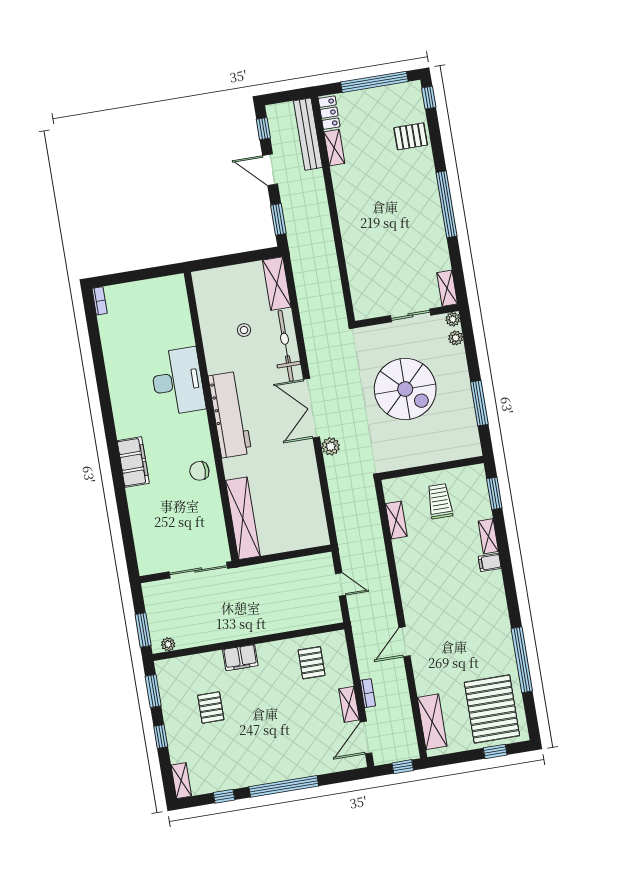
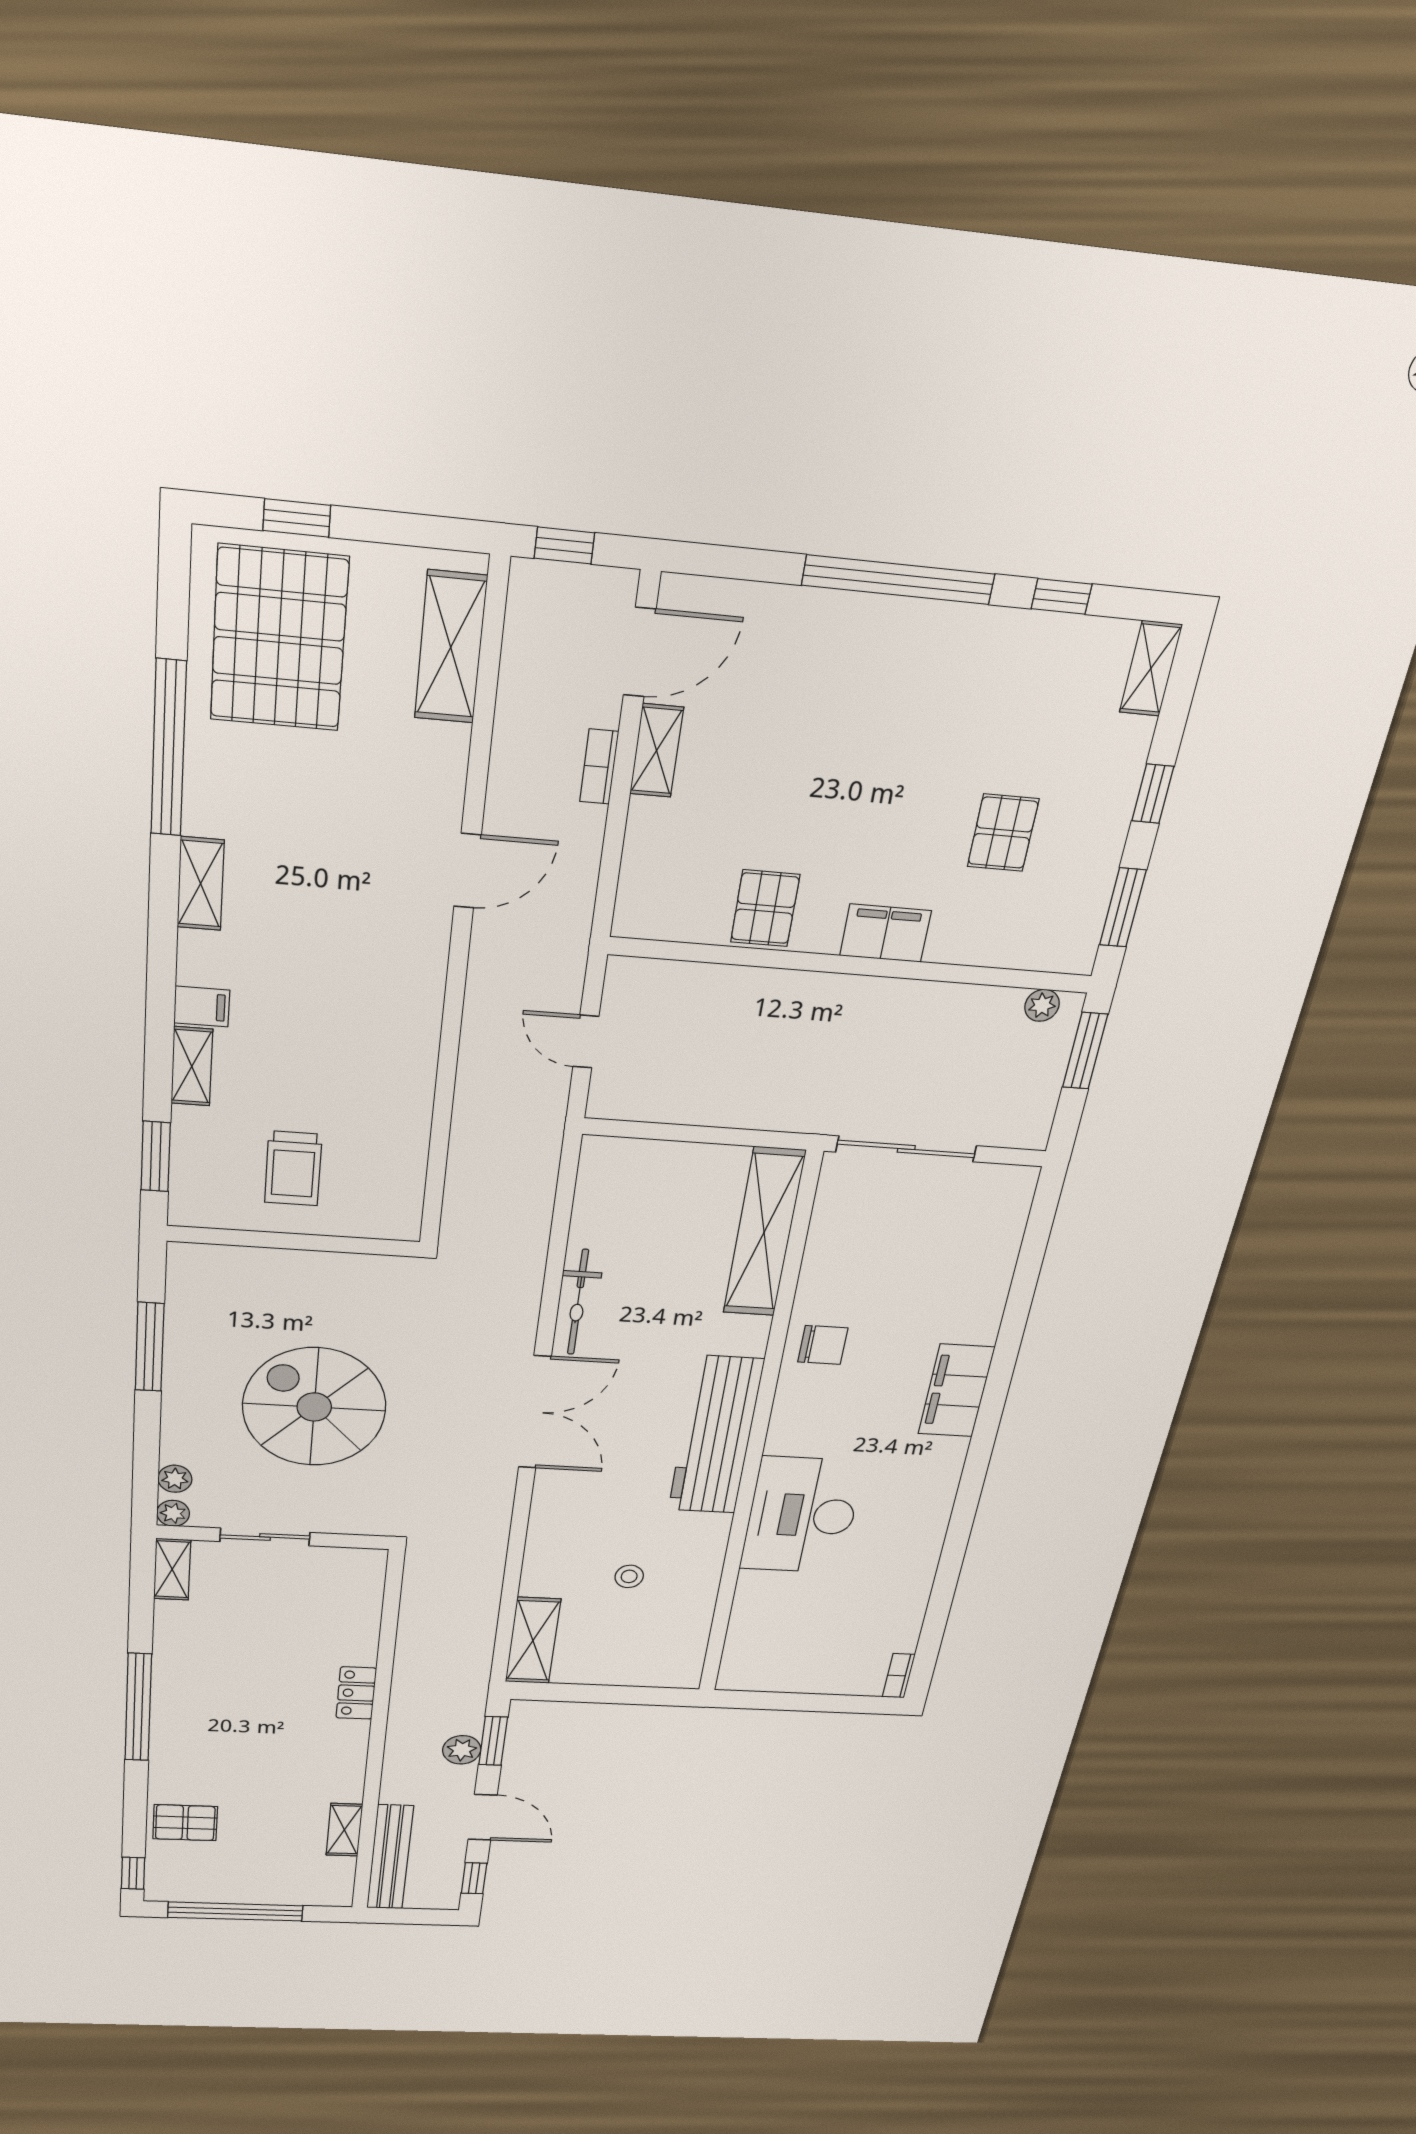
locker: (329, 113) -> (356, 1693), moved
bicycle: (286, 346) -> (578, 1302), moved, width x0.73, depth x0.71
plant: (331, 446) -> (462, 1750), moved
shelving: (396, 520) -> (201, 884), moved
pallet: (312, 663) -> (765, 908), moved

